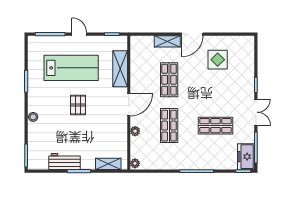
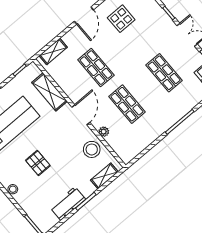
shelving: (167, 41) -> (53, 51), moved
pallet: (78, 105) -> (38, 163), moved
shop shelf: (216, 126) -> (164, 73), turned 90
stool: (115, 137) -> (92, 149), added
plant: (135, 163) -> (125, 157), removed

